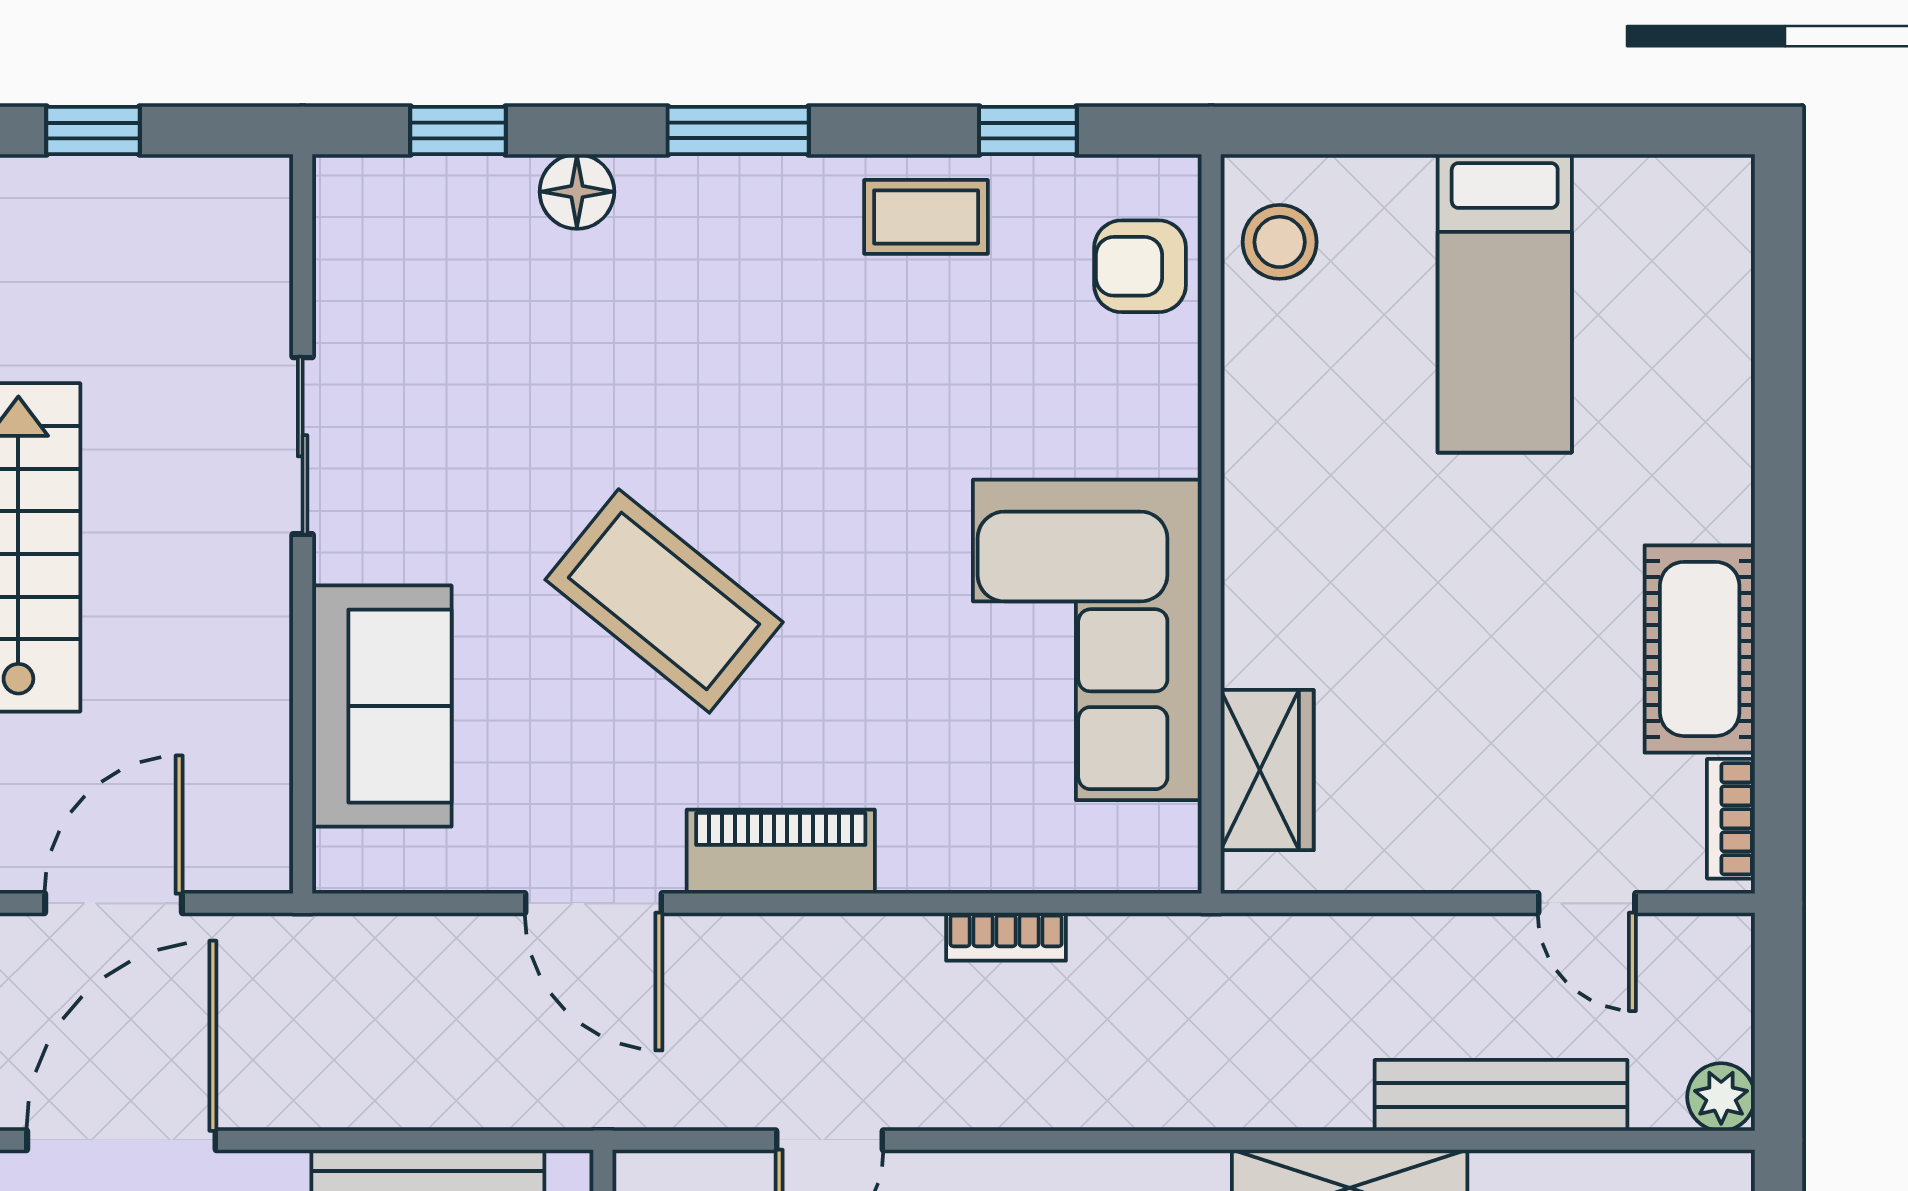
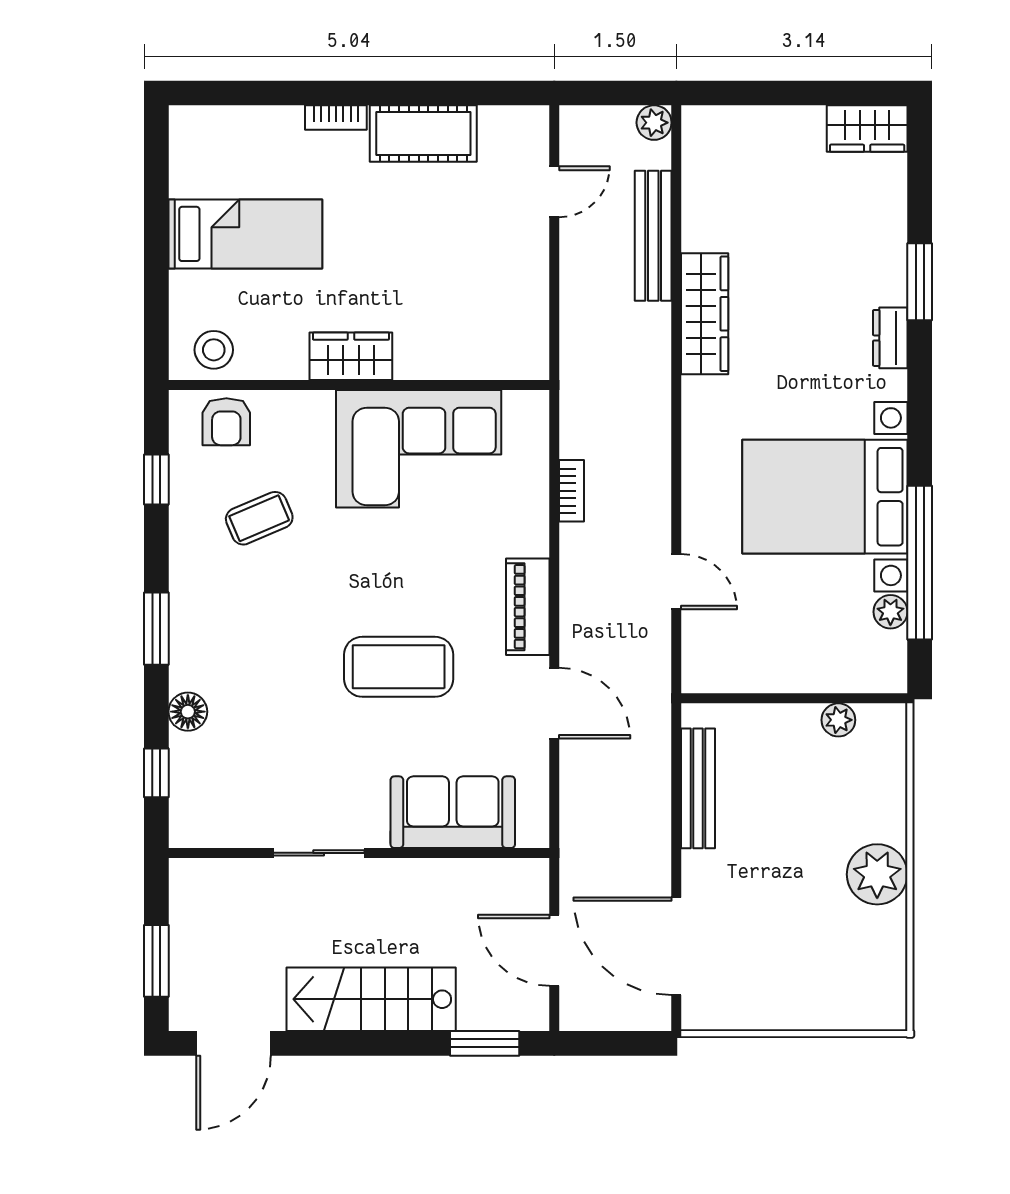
window: (93, 130) -> (156, 961), width x1.50
coffee table: (926, 217) -> (259, 518), moved, turned 67
coffee table: (664, 601) -> (399, 667), turned 51
wardrobe: (1267, 770) -> (351, 356), moved
bookcase: (1731, 819) -> (336, 117), moved
door: (594, 903) -> (554, 703), hinge flipped

